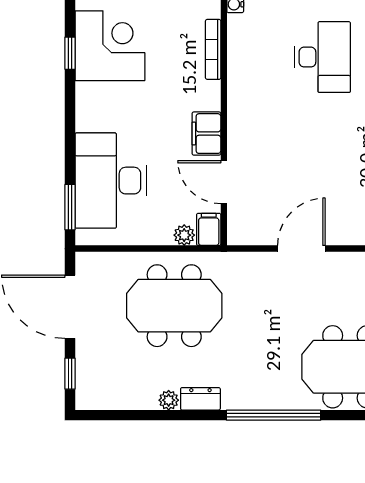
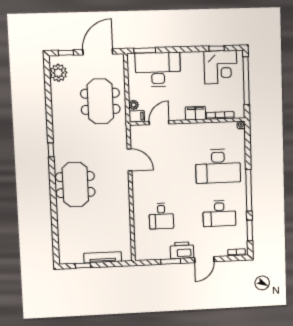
desk: (322, 57) -> (218, 166), width x1.36, depth x1.30
filing cabinet: (206, 134) -> (195, 113), moved
dresser: (200, 399) -> (57, 115), removed
plant: (169, 400) -> (58, 73), moved, width x1.88, depth x1.88
window: (274, 415) -> (51, 150), width x0.32

